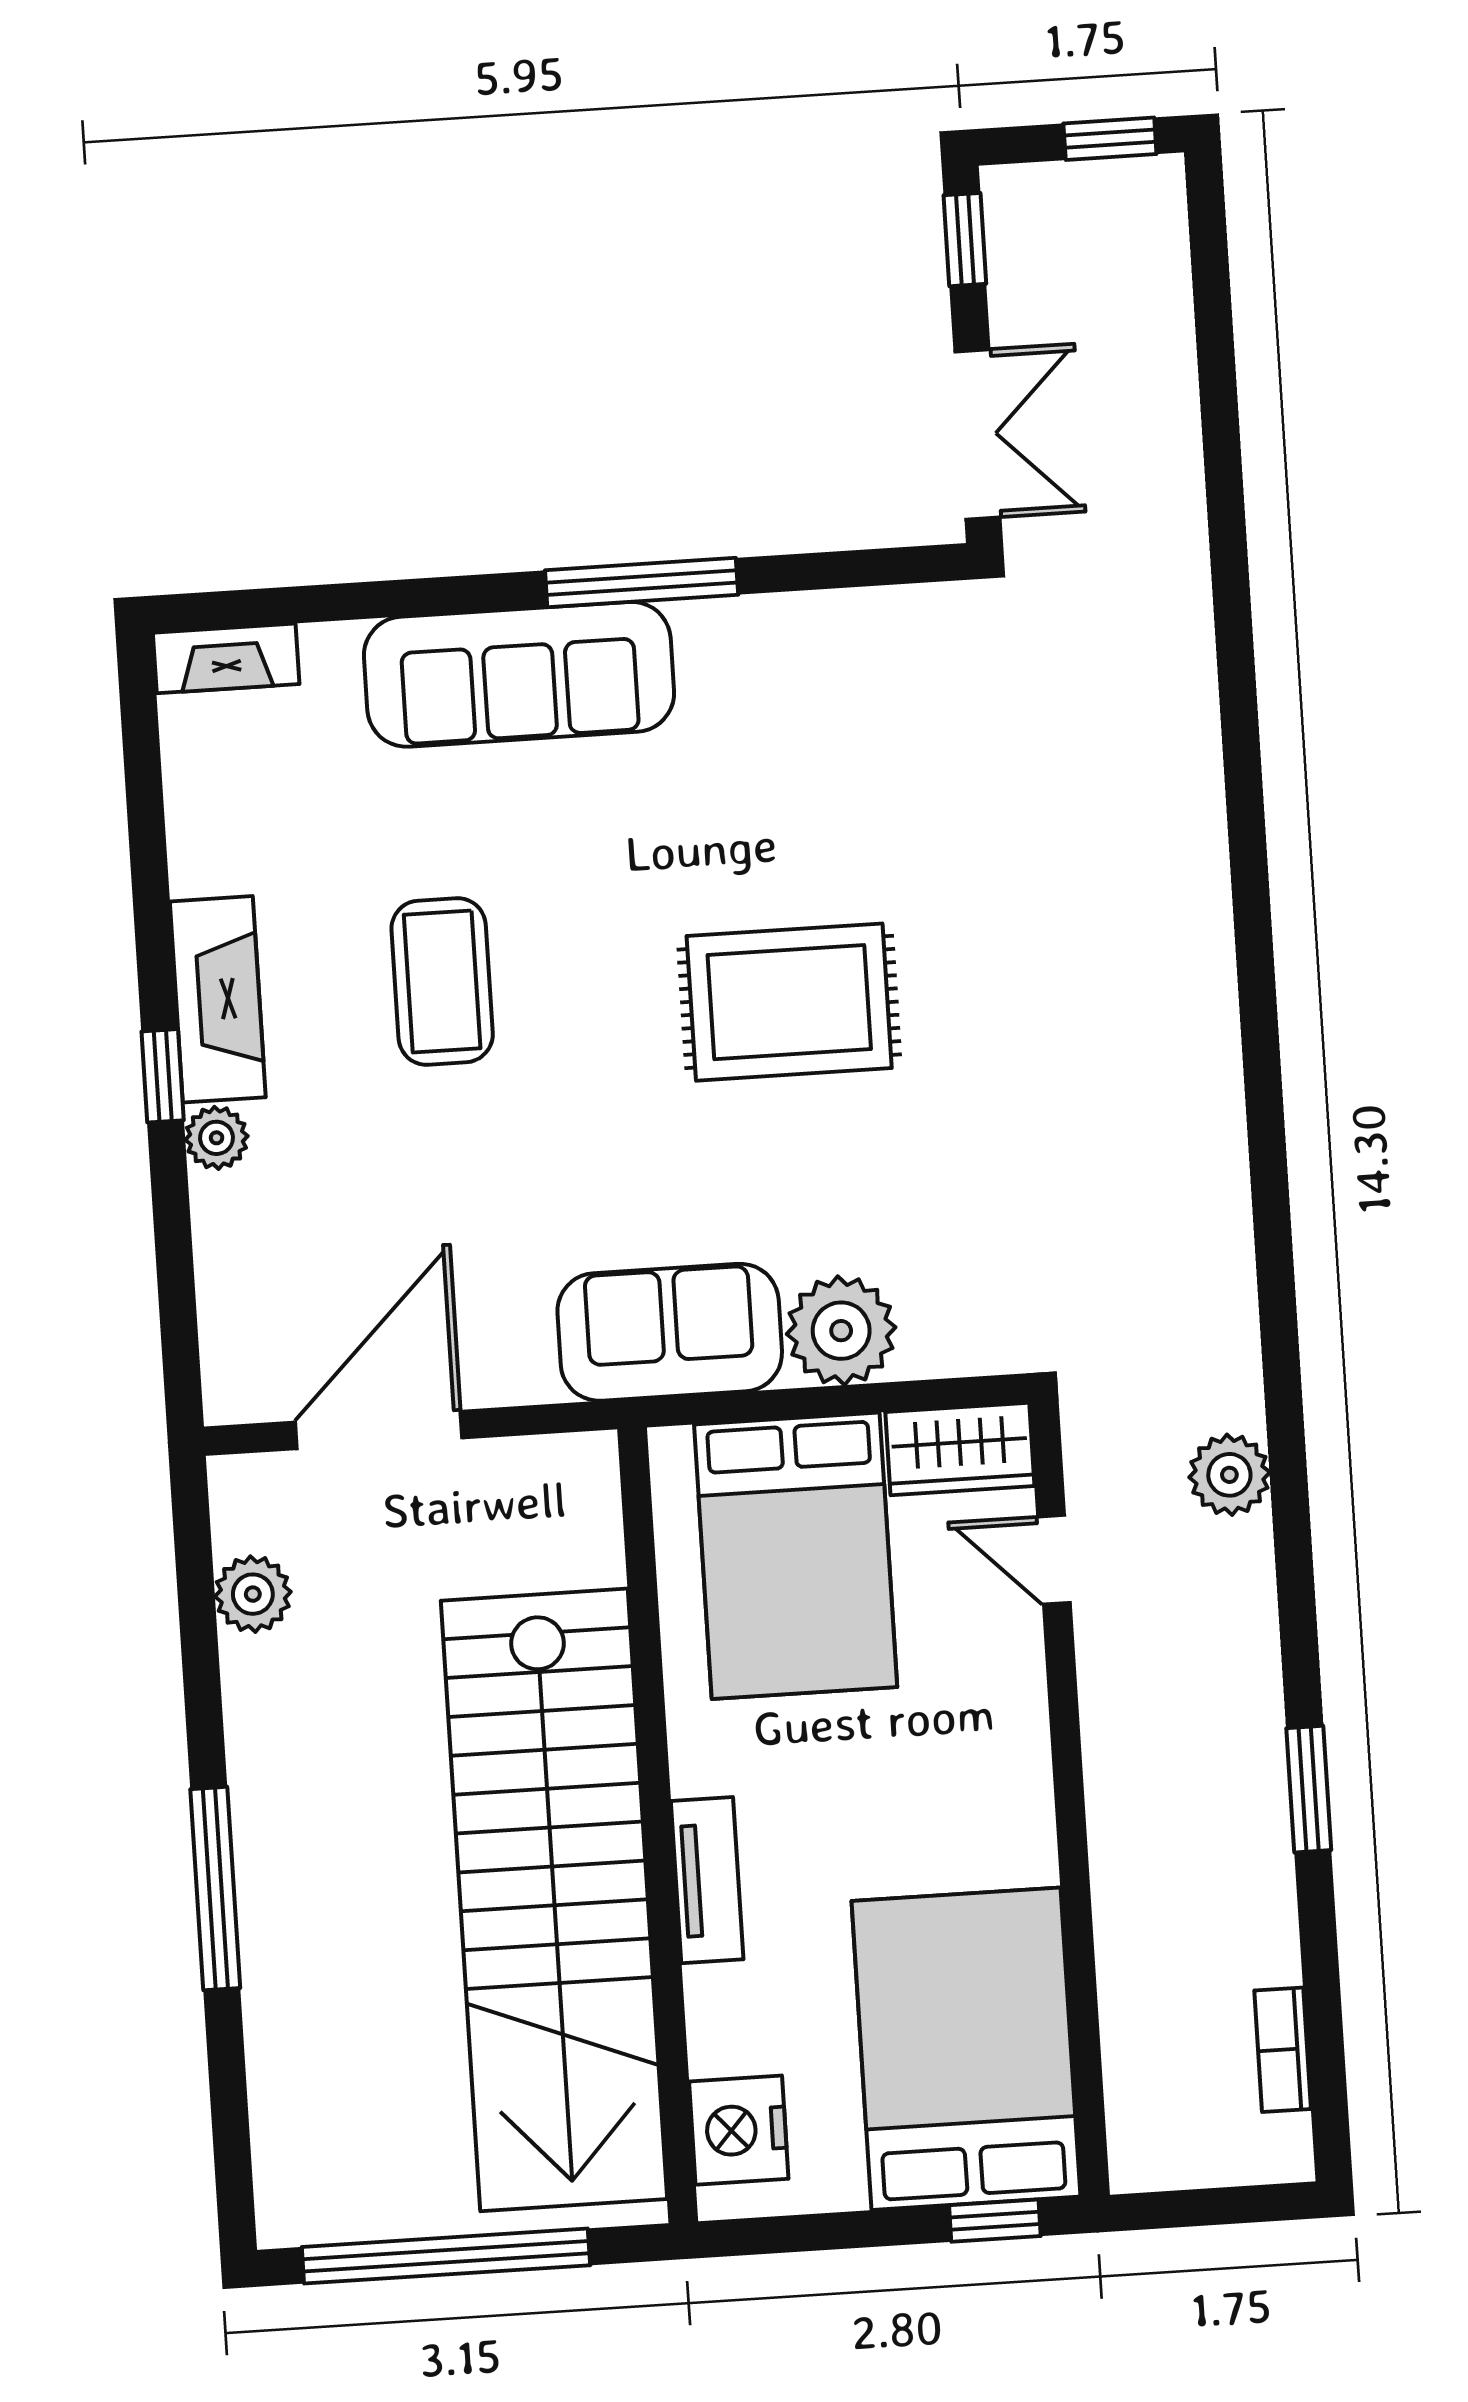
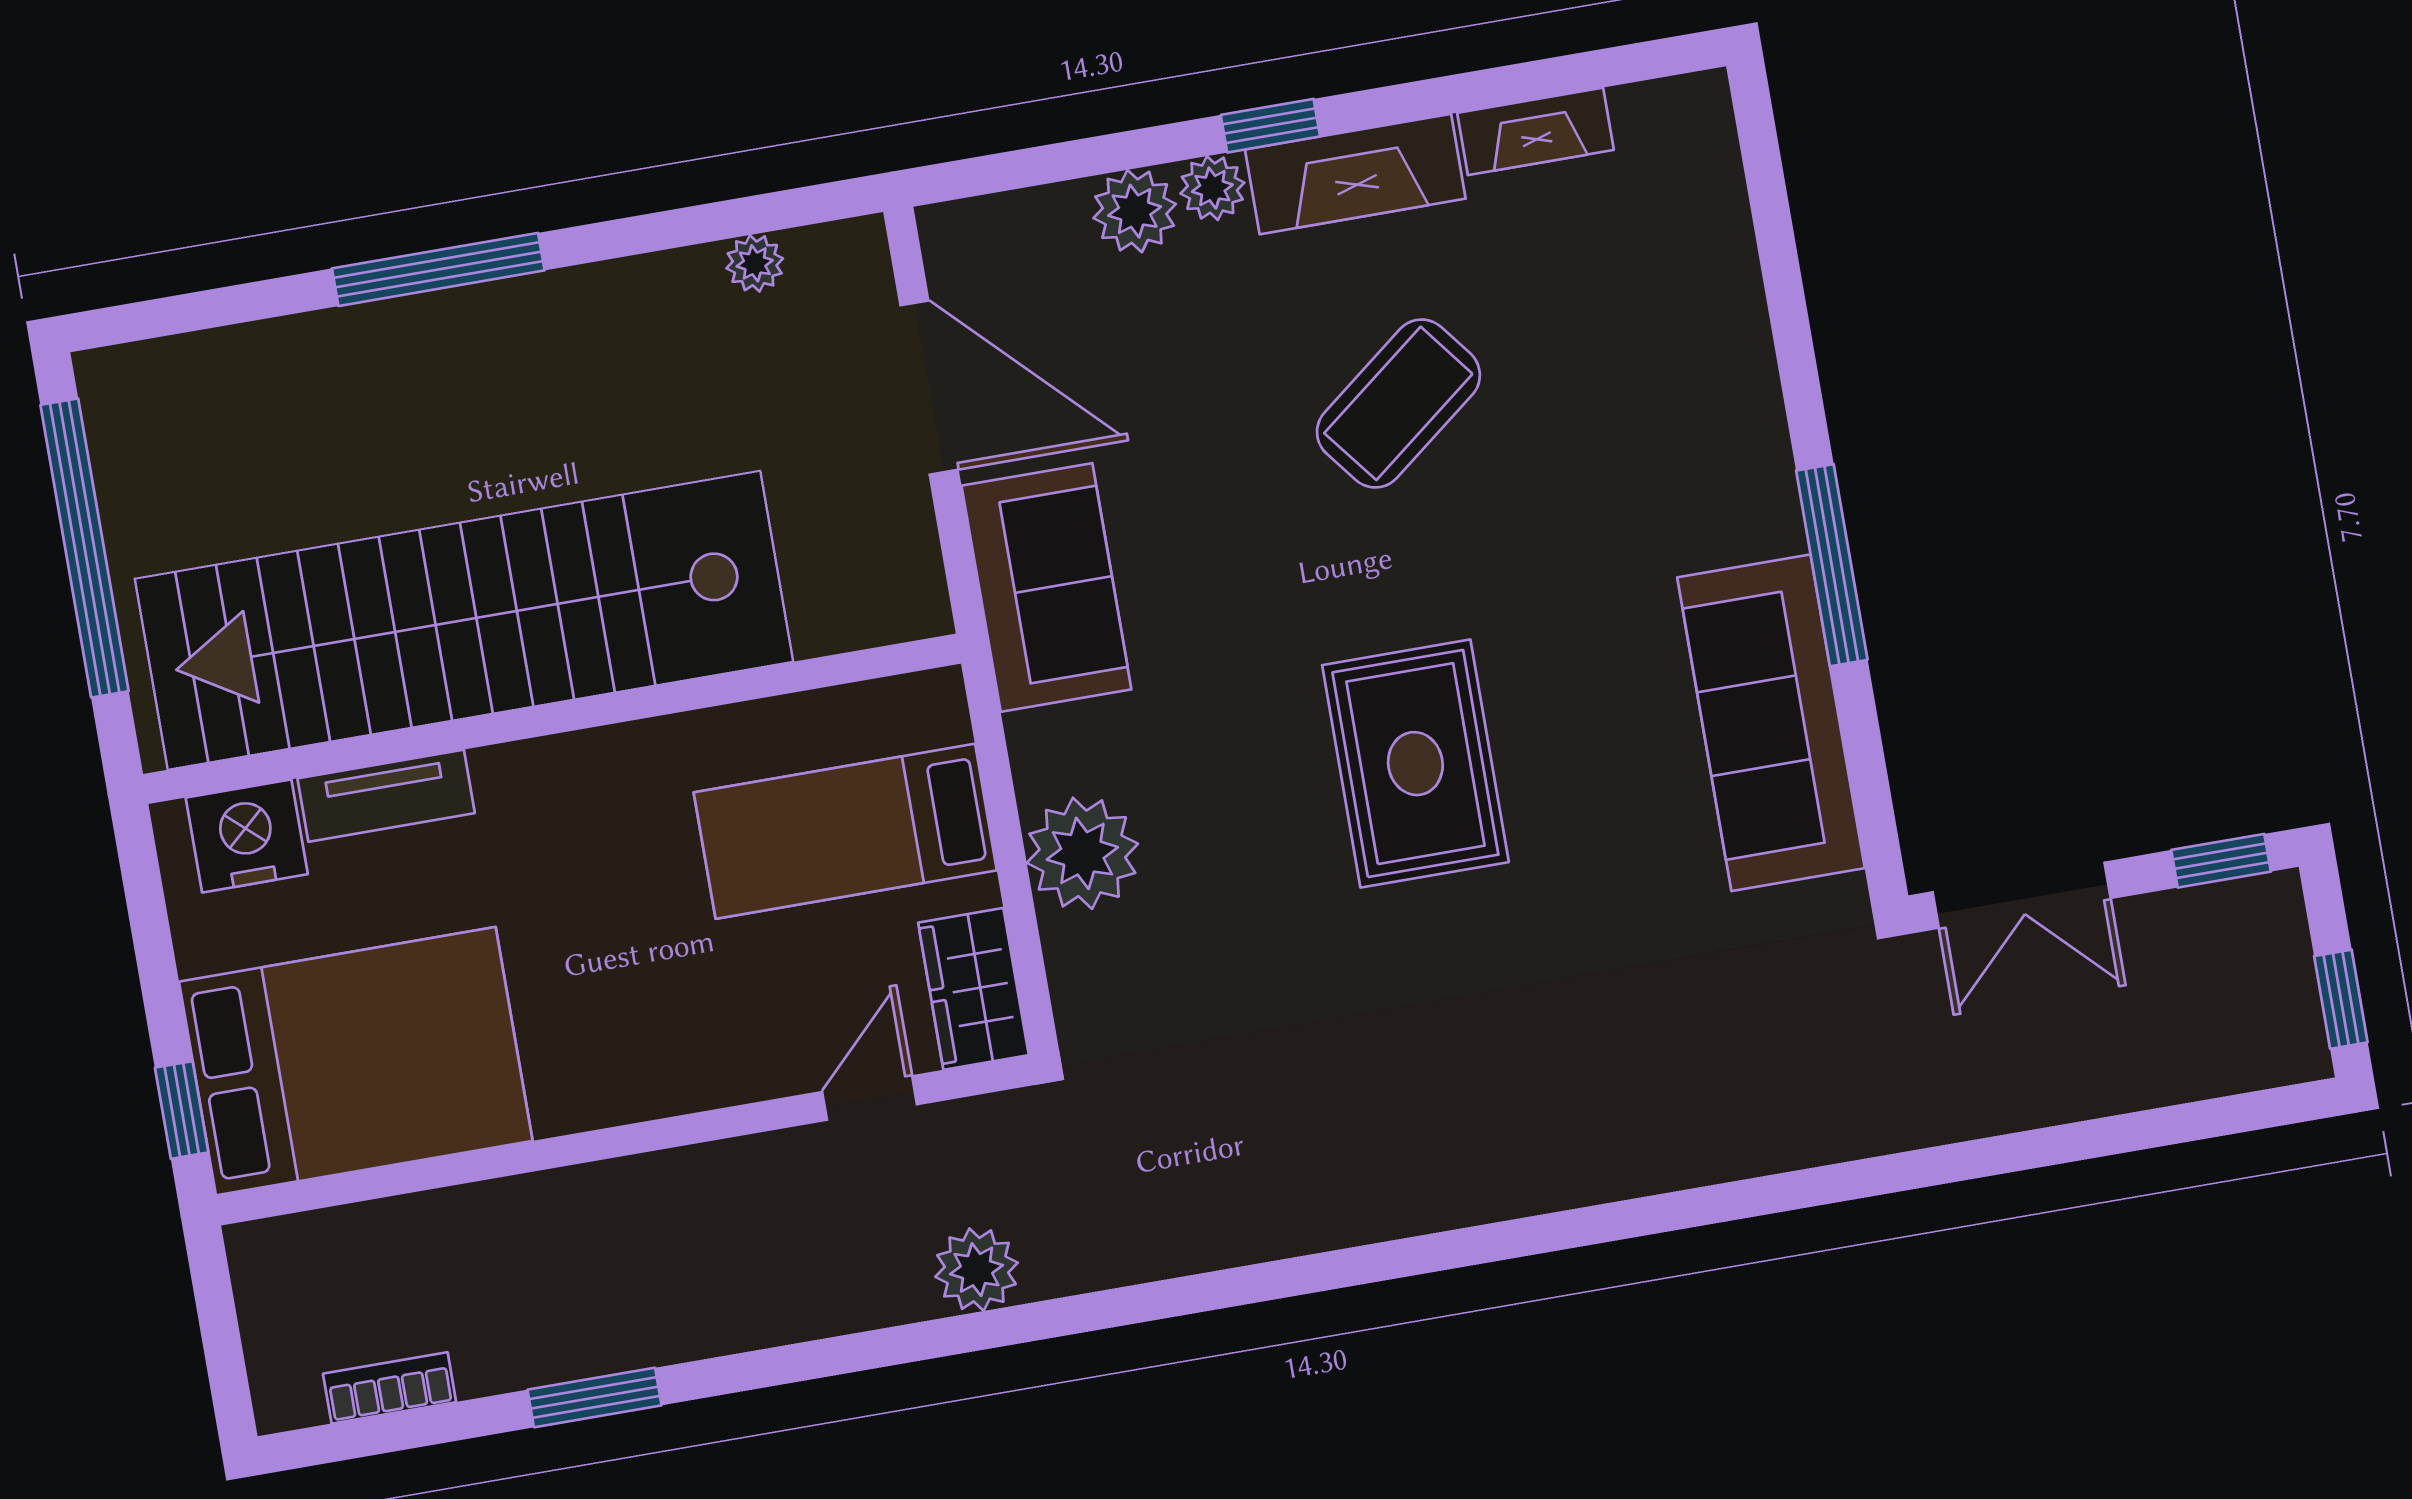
fireplace: (226, 658) -> (1535, 131), moved, turned -90
sofa: (519, 674) -> (1771, 723), moved
coffee table: (442, 981) -> (1398, 403), turned -38
plant: (231, 1215) -> (1135, 211), added
sofa: (670, 1332) -> (1046, 588), moved
bed: (796, 1556) -> (845, 831), width x0.67
plant: (253, 1594) -> (755, 263), width x0.73, depth x0.73
window: (1309, 1789) -> (595, 1398), moved
tv unit: (707, 1880) -> (386, 796), moved

